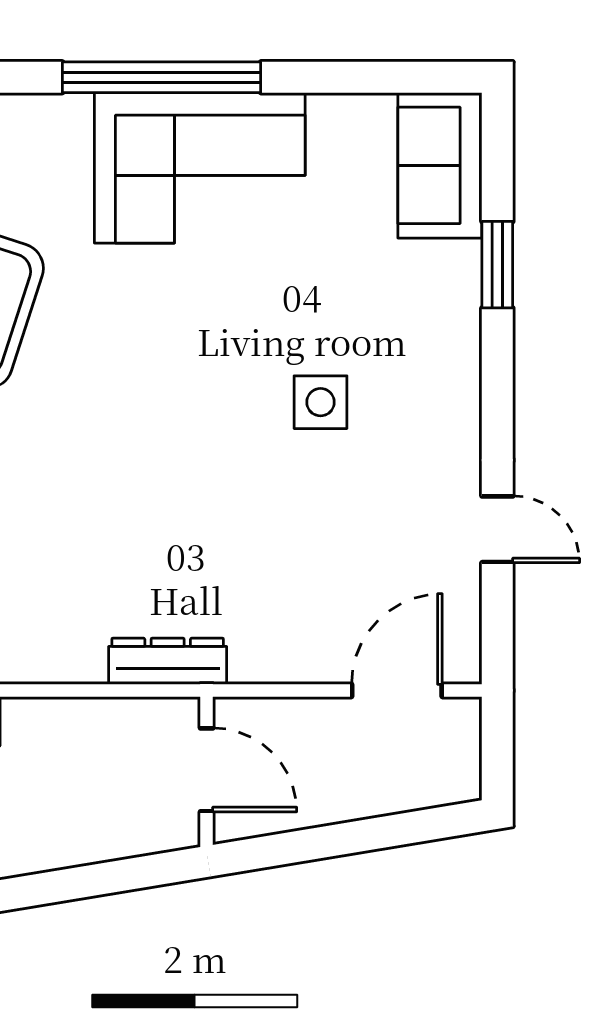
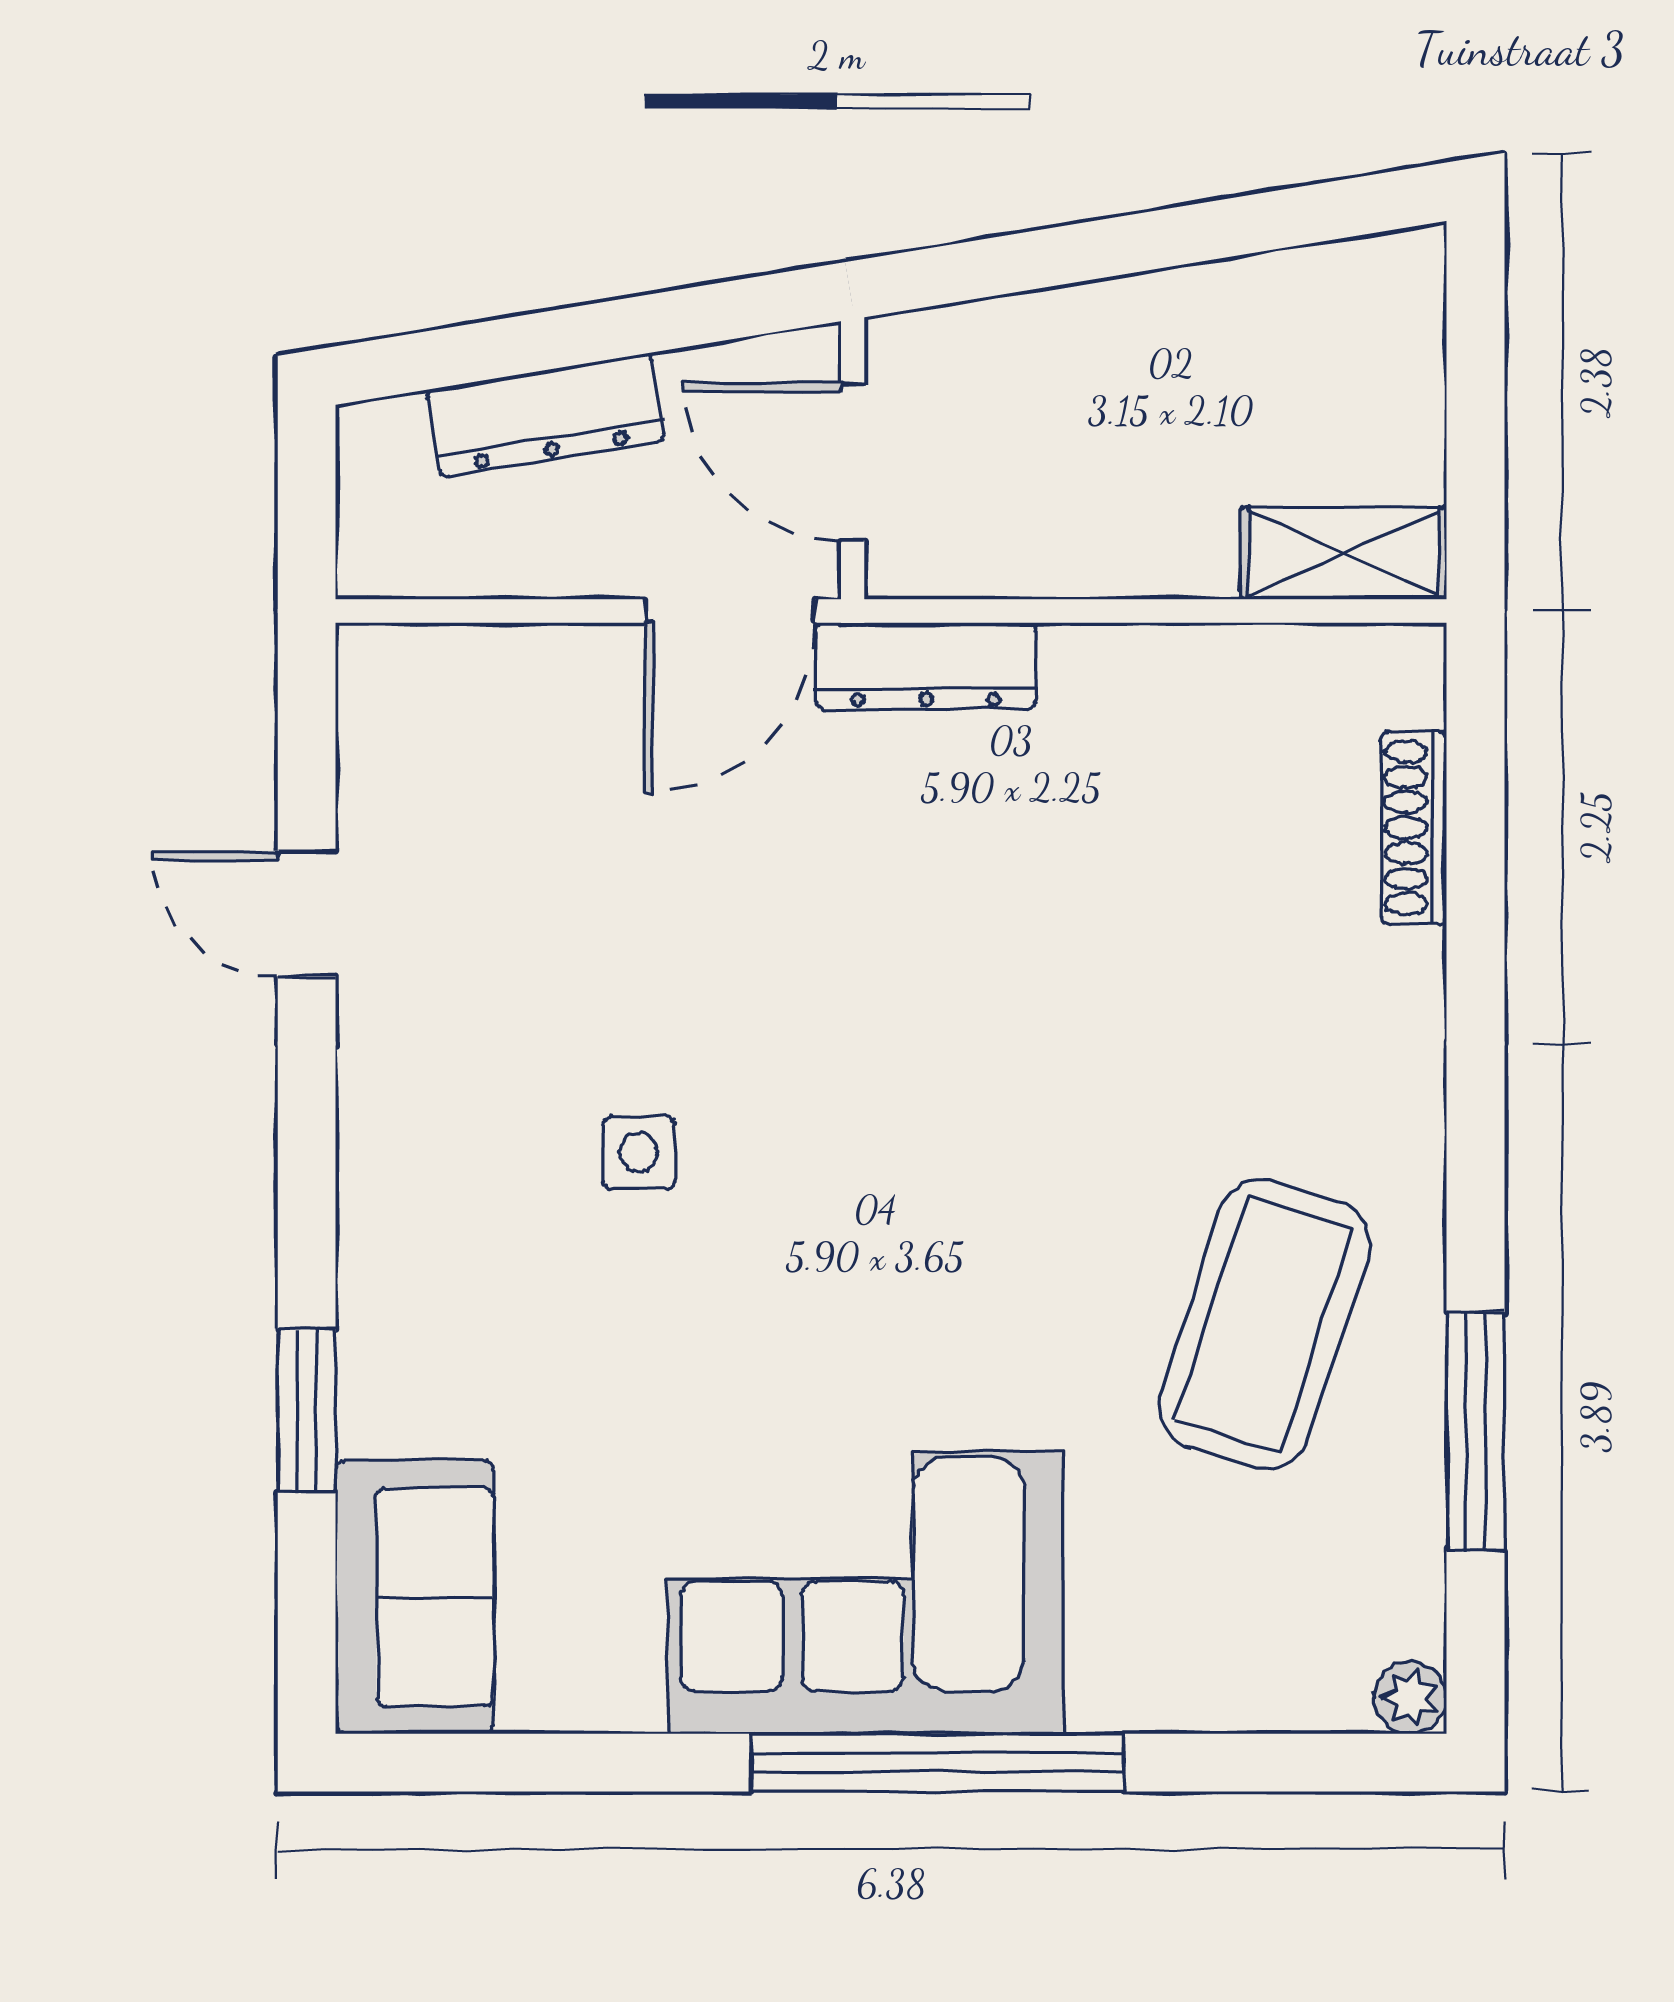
side table: (321, 402) -> (639, 1152), width x0.73, depth x0.73
door: (397, 690) -> (730, 611), moved
dresser: (370, 795) -> (546, 415), added

